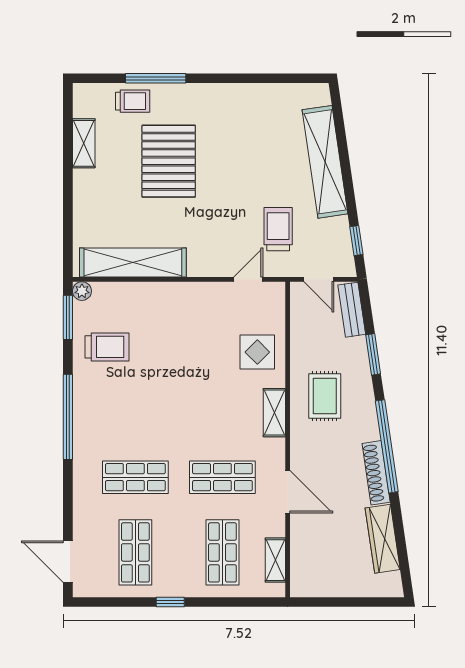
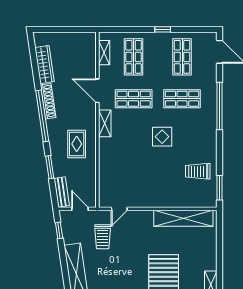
plant: (82, 291) -> (212, 202), removed
display table: (257, 352) -> (162, 137), moved
shelving: (274, 413) -> (105, 123), moved
window: (68, 417) -> (220, 106), moved

